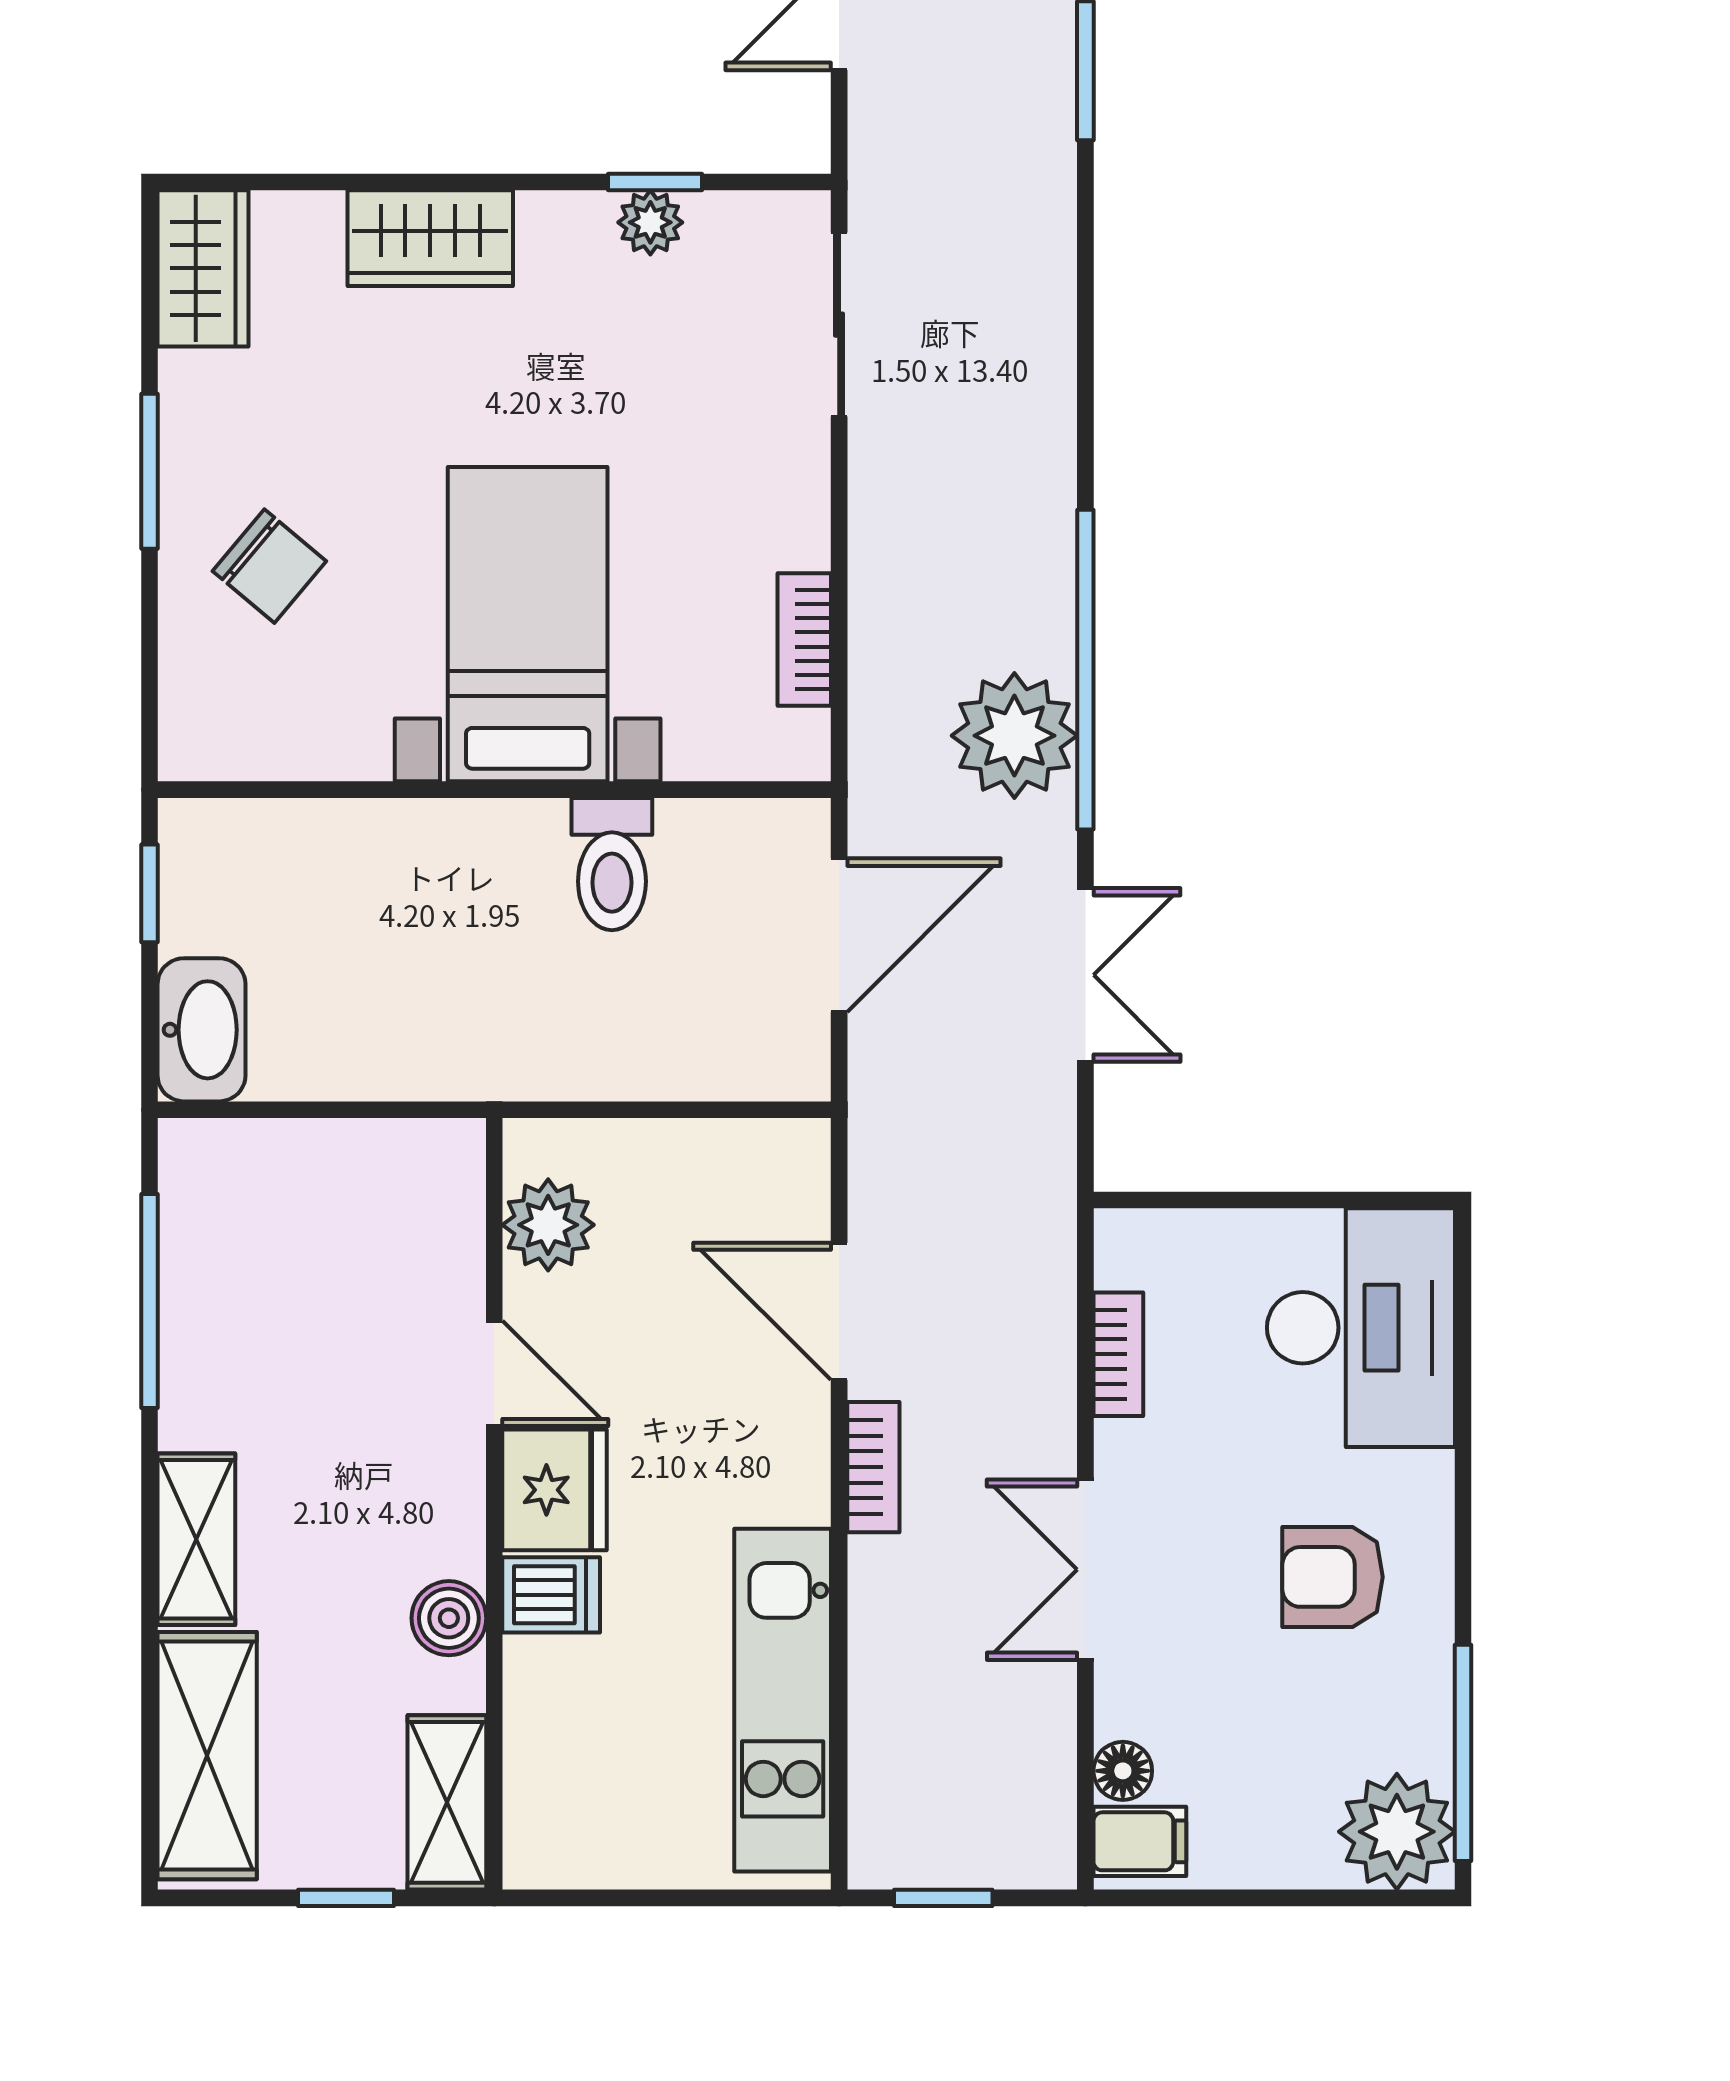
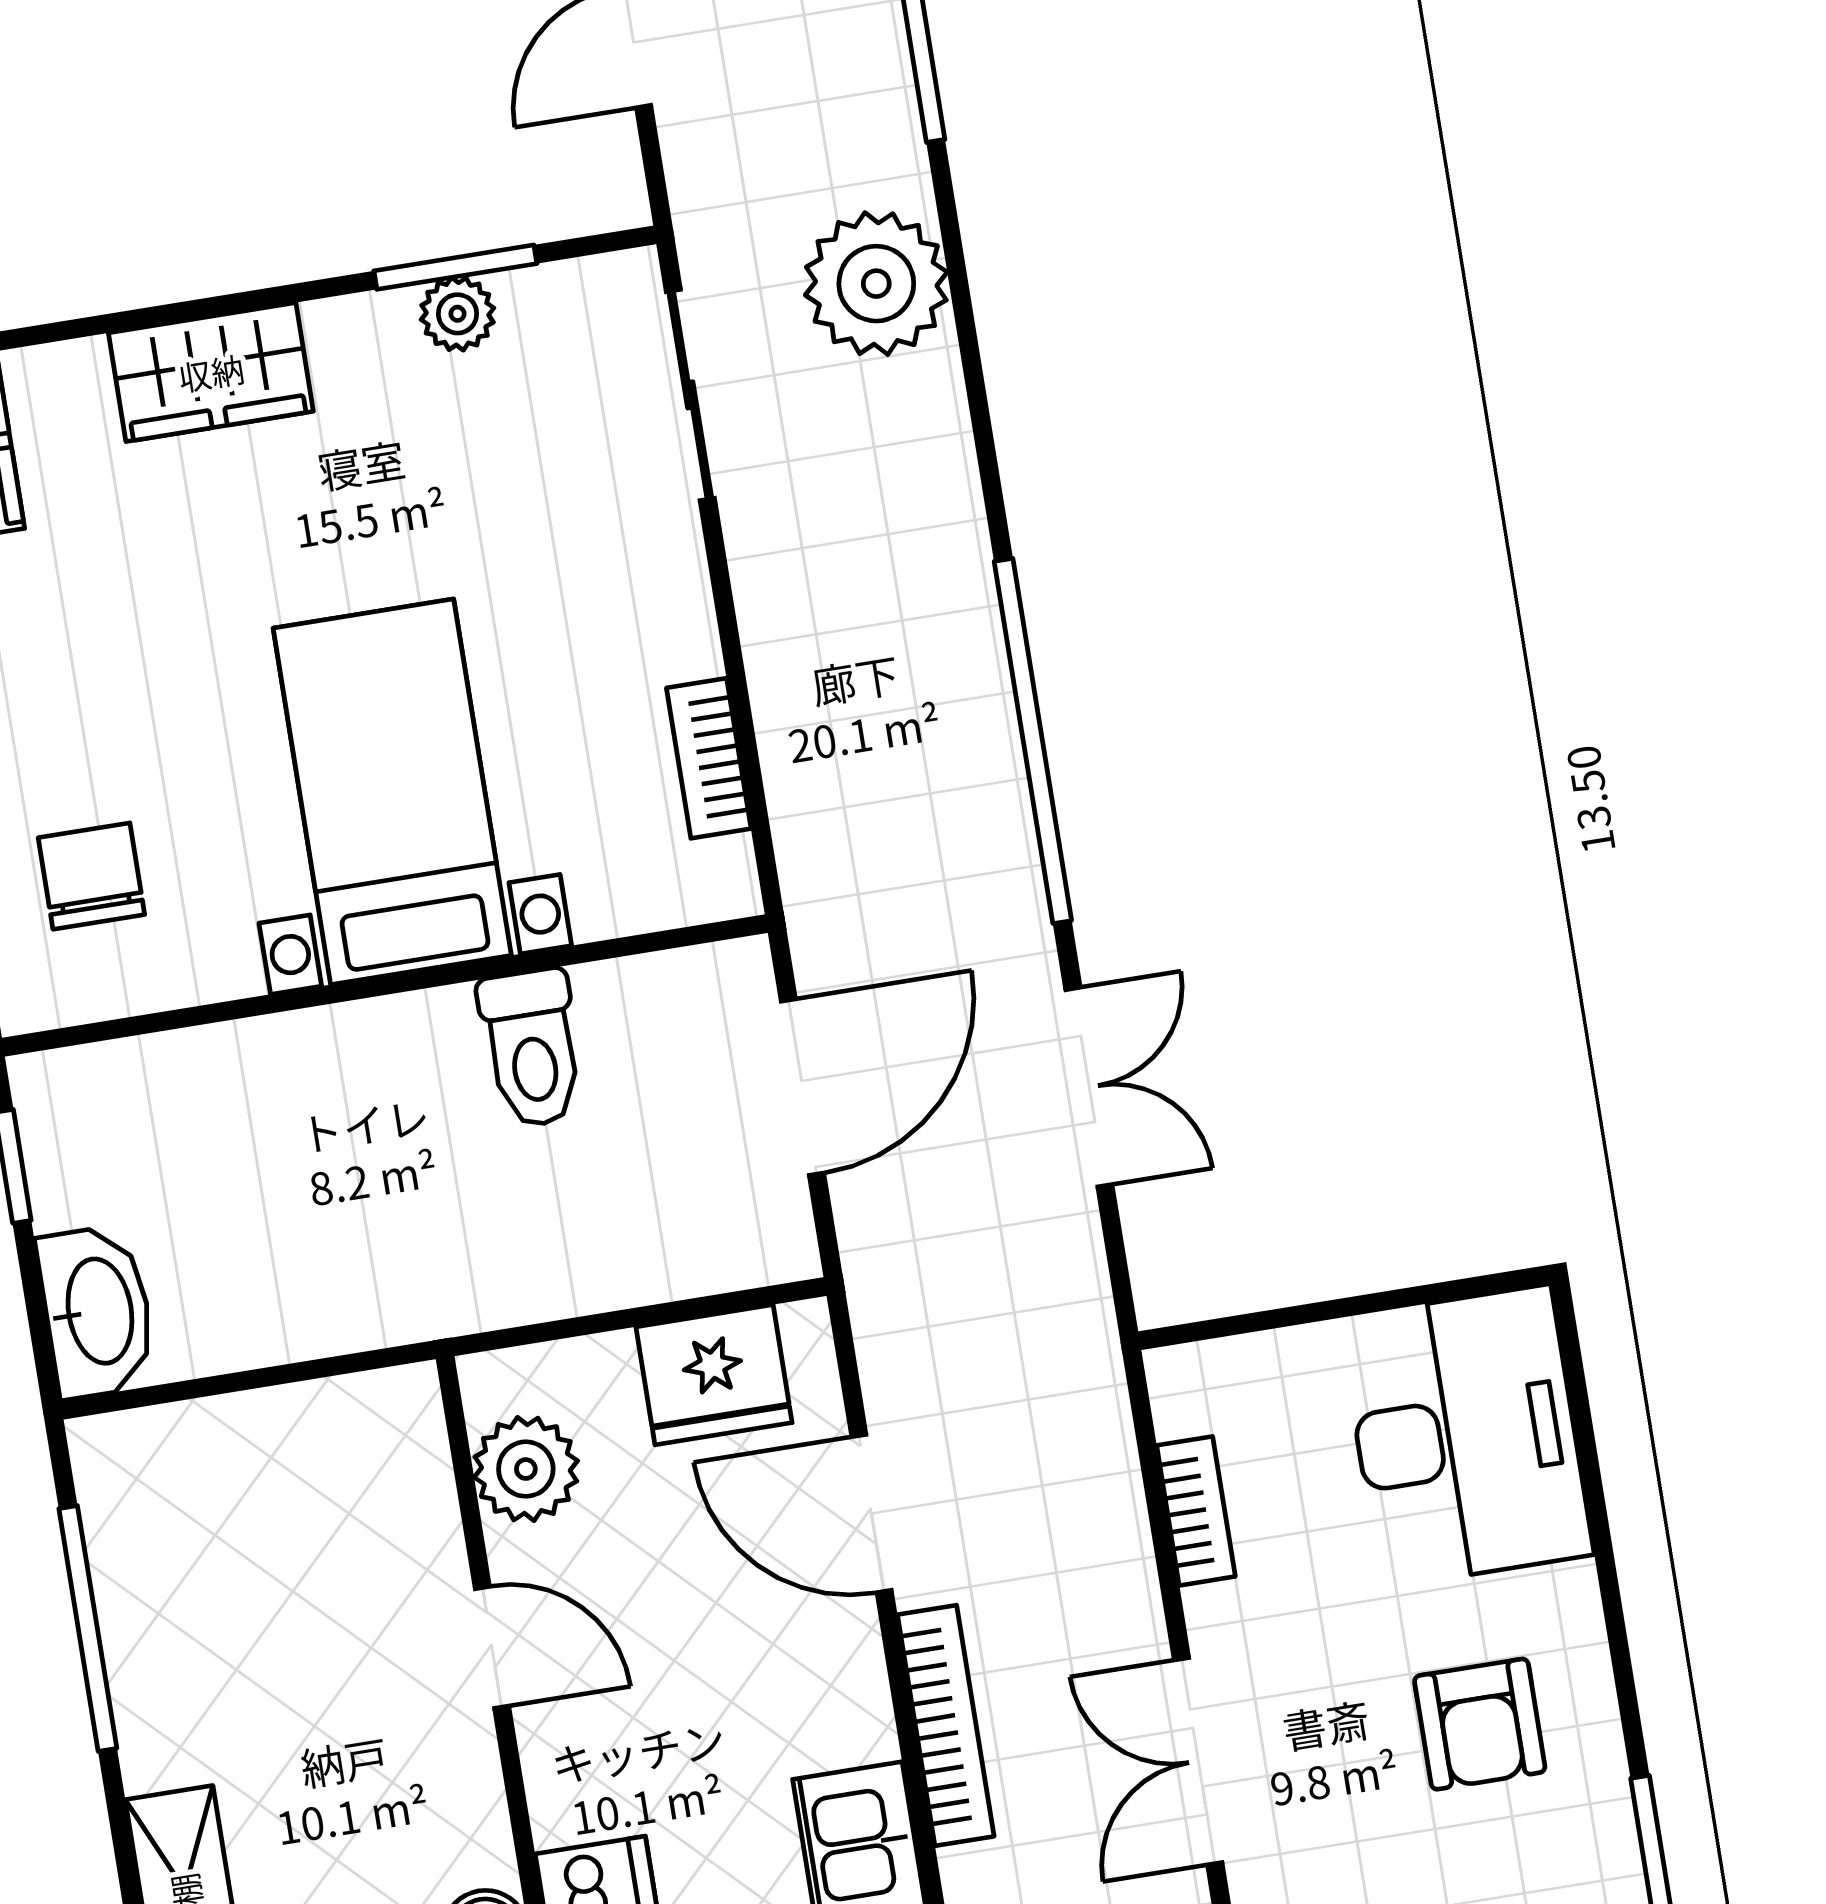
window: (655, 182) -> (455, 267), width x1.50
chair: (269, 566) -> (91, 876), moved, turned -130
plant: (1014, 736) -> (876, 284), moved
bookcase: (873, 1467) -> (946, 1725), width x1.56
fridge: (555, 1490) -> (714, 1375), moved, turned 90
armchair: (1333, 1577) -> (1480, 1724), turned -90

